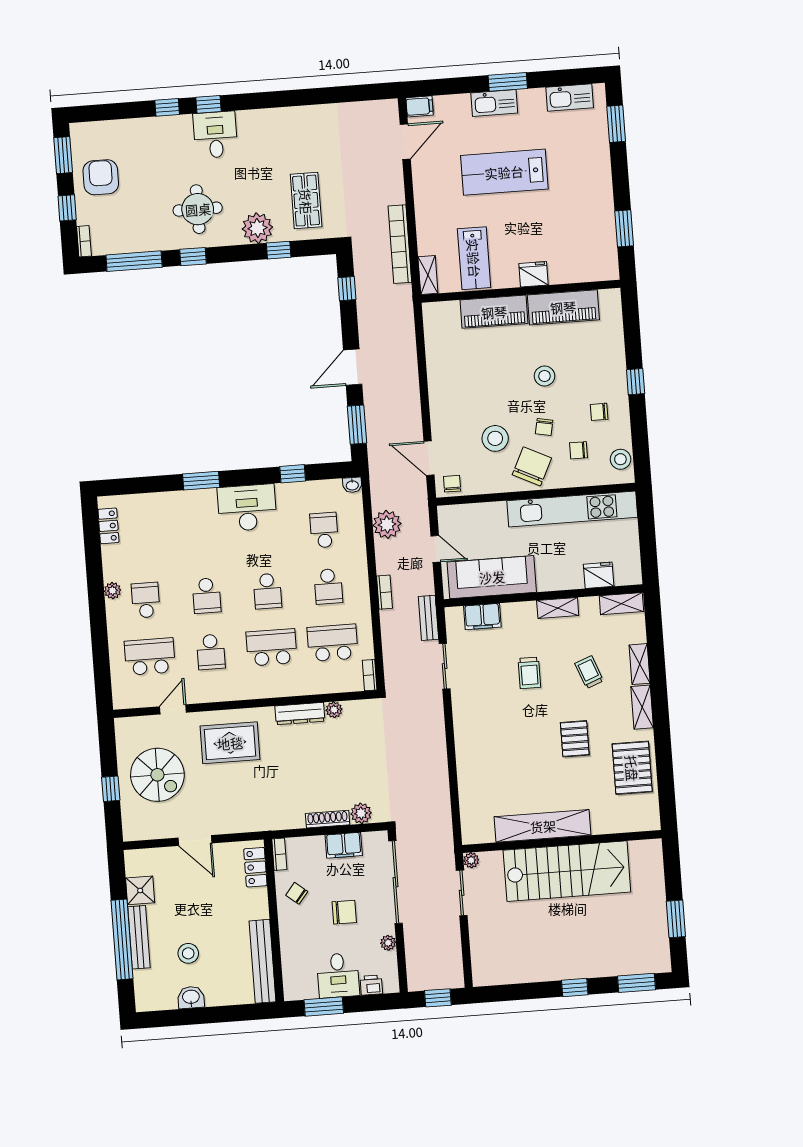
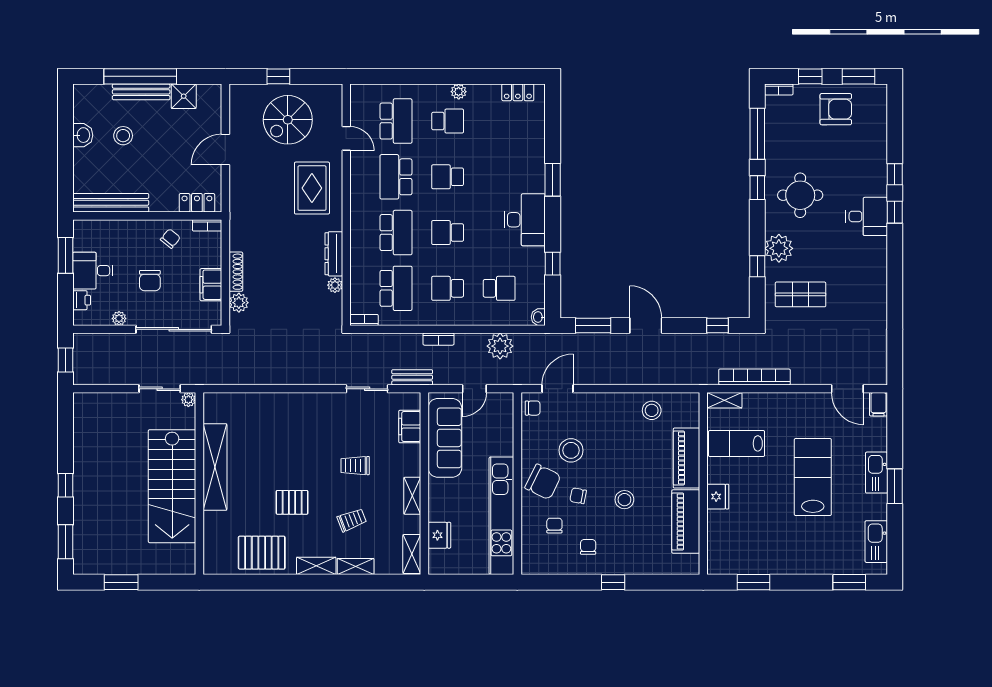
stool: (620, 459) -> (652, 410), moved
school desk: (211, 652) -> (396, 177), width x1.85

